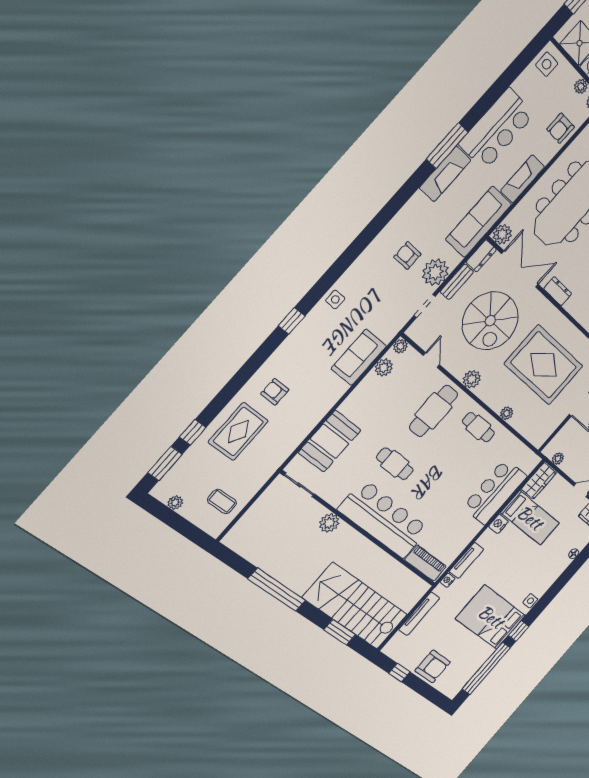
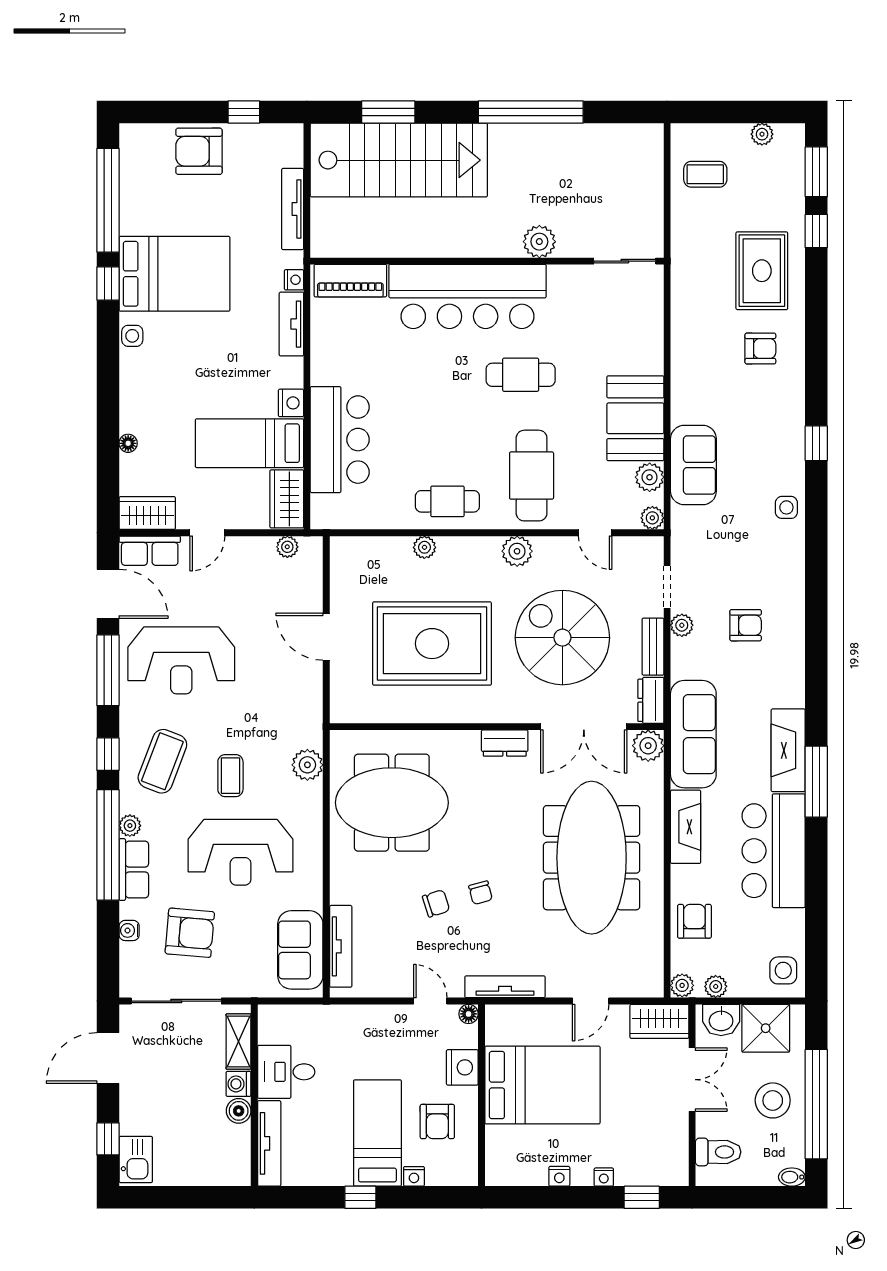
plant: (435, 272) -> (682, 625), width x0.53, depth x0.53
booth: (330, 441) -> (635, 418), moved

